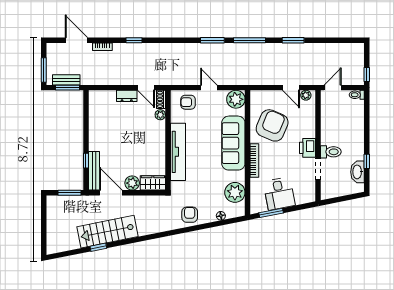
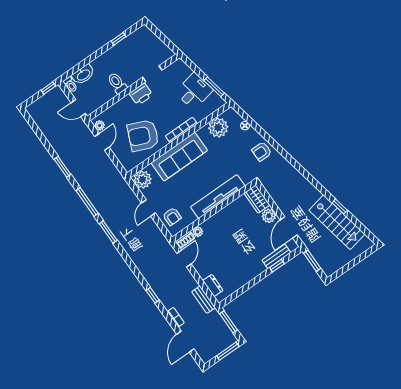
bench: (66, 80) -> (203, 300), moved
dresser: (127, 96) -> (213, 285), moved
toilet: (331, 152) -> (117, 83), moved
bench: (94, 171) -> (276, 256), width x0.73
washbasin: (358, 172) -> (83, 75), moved
stairs: (107, 232) -> (337, 222), moved

